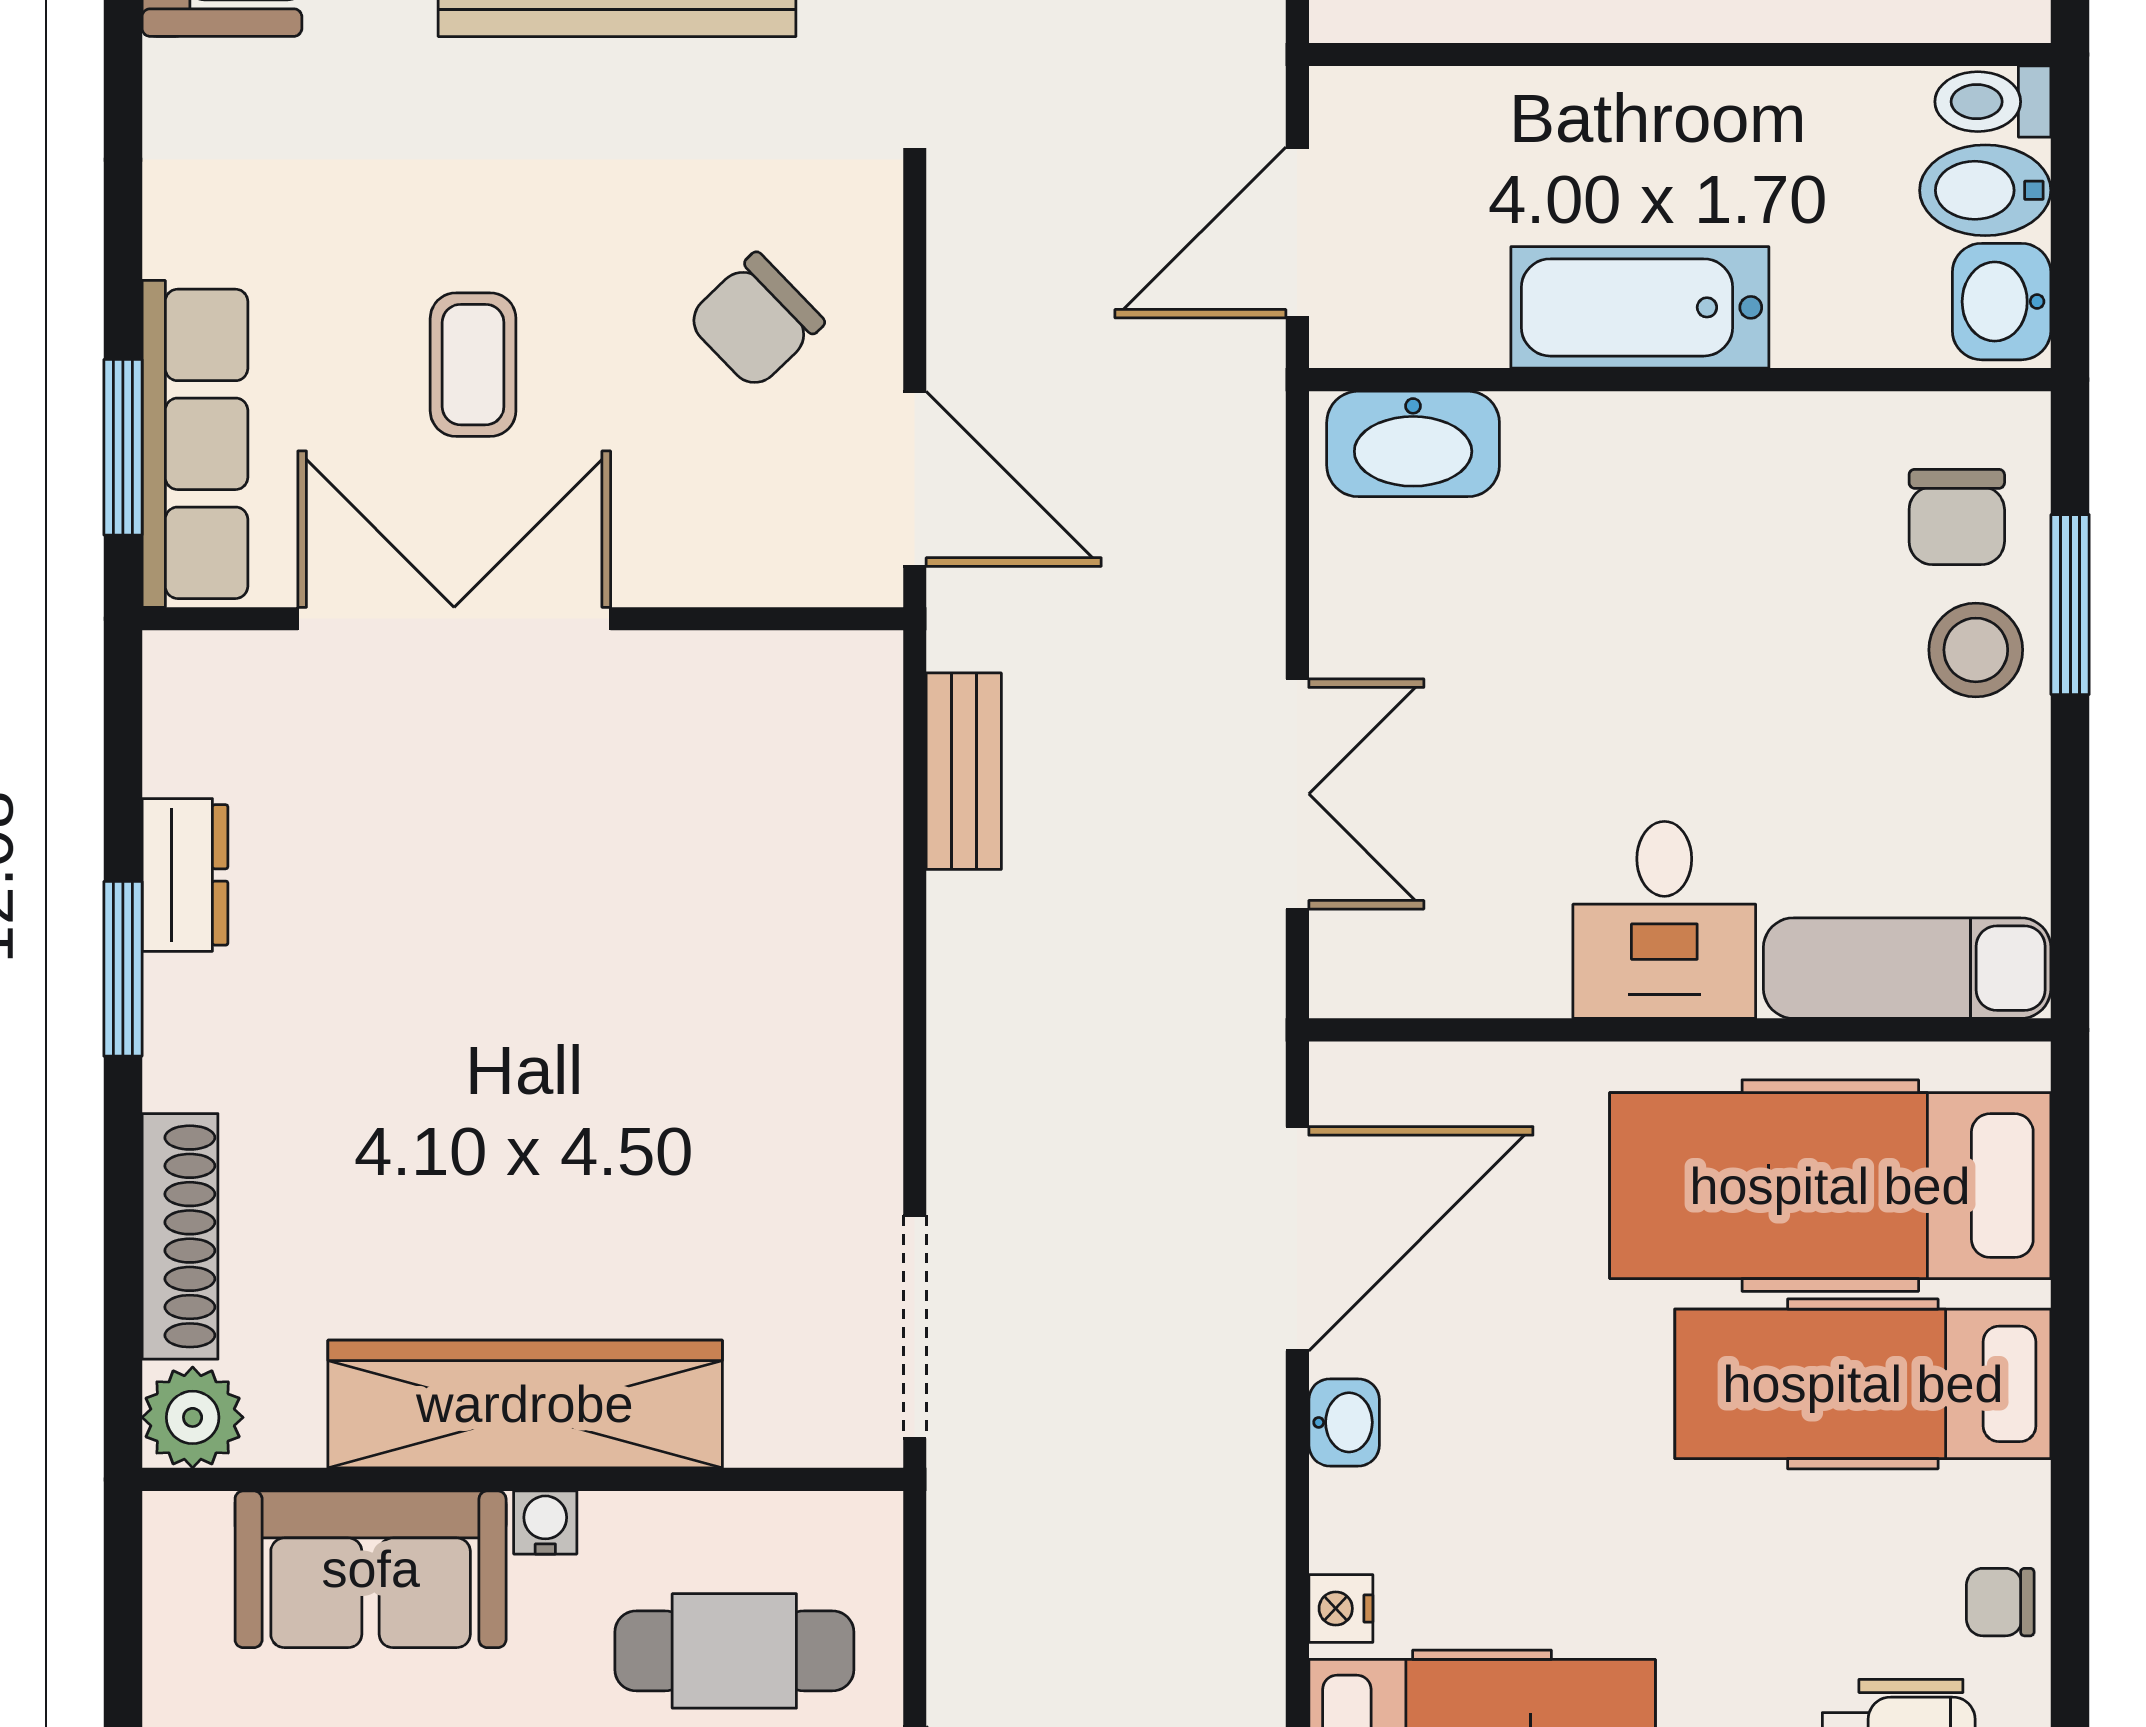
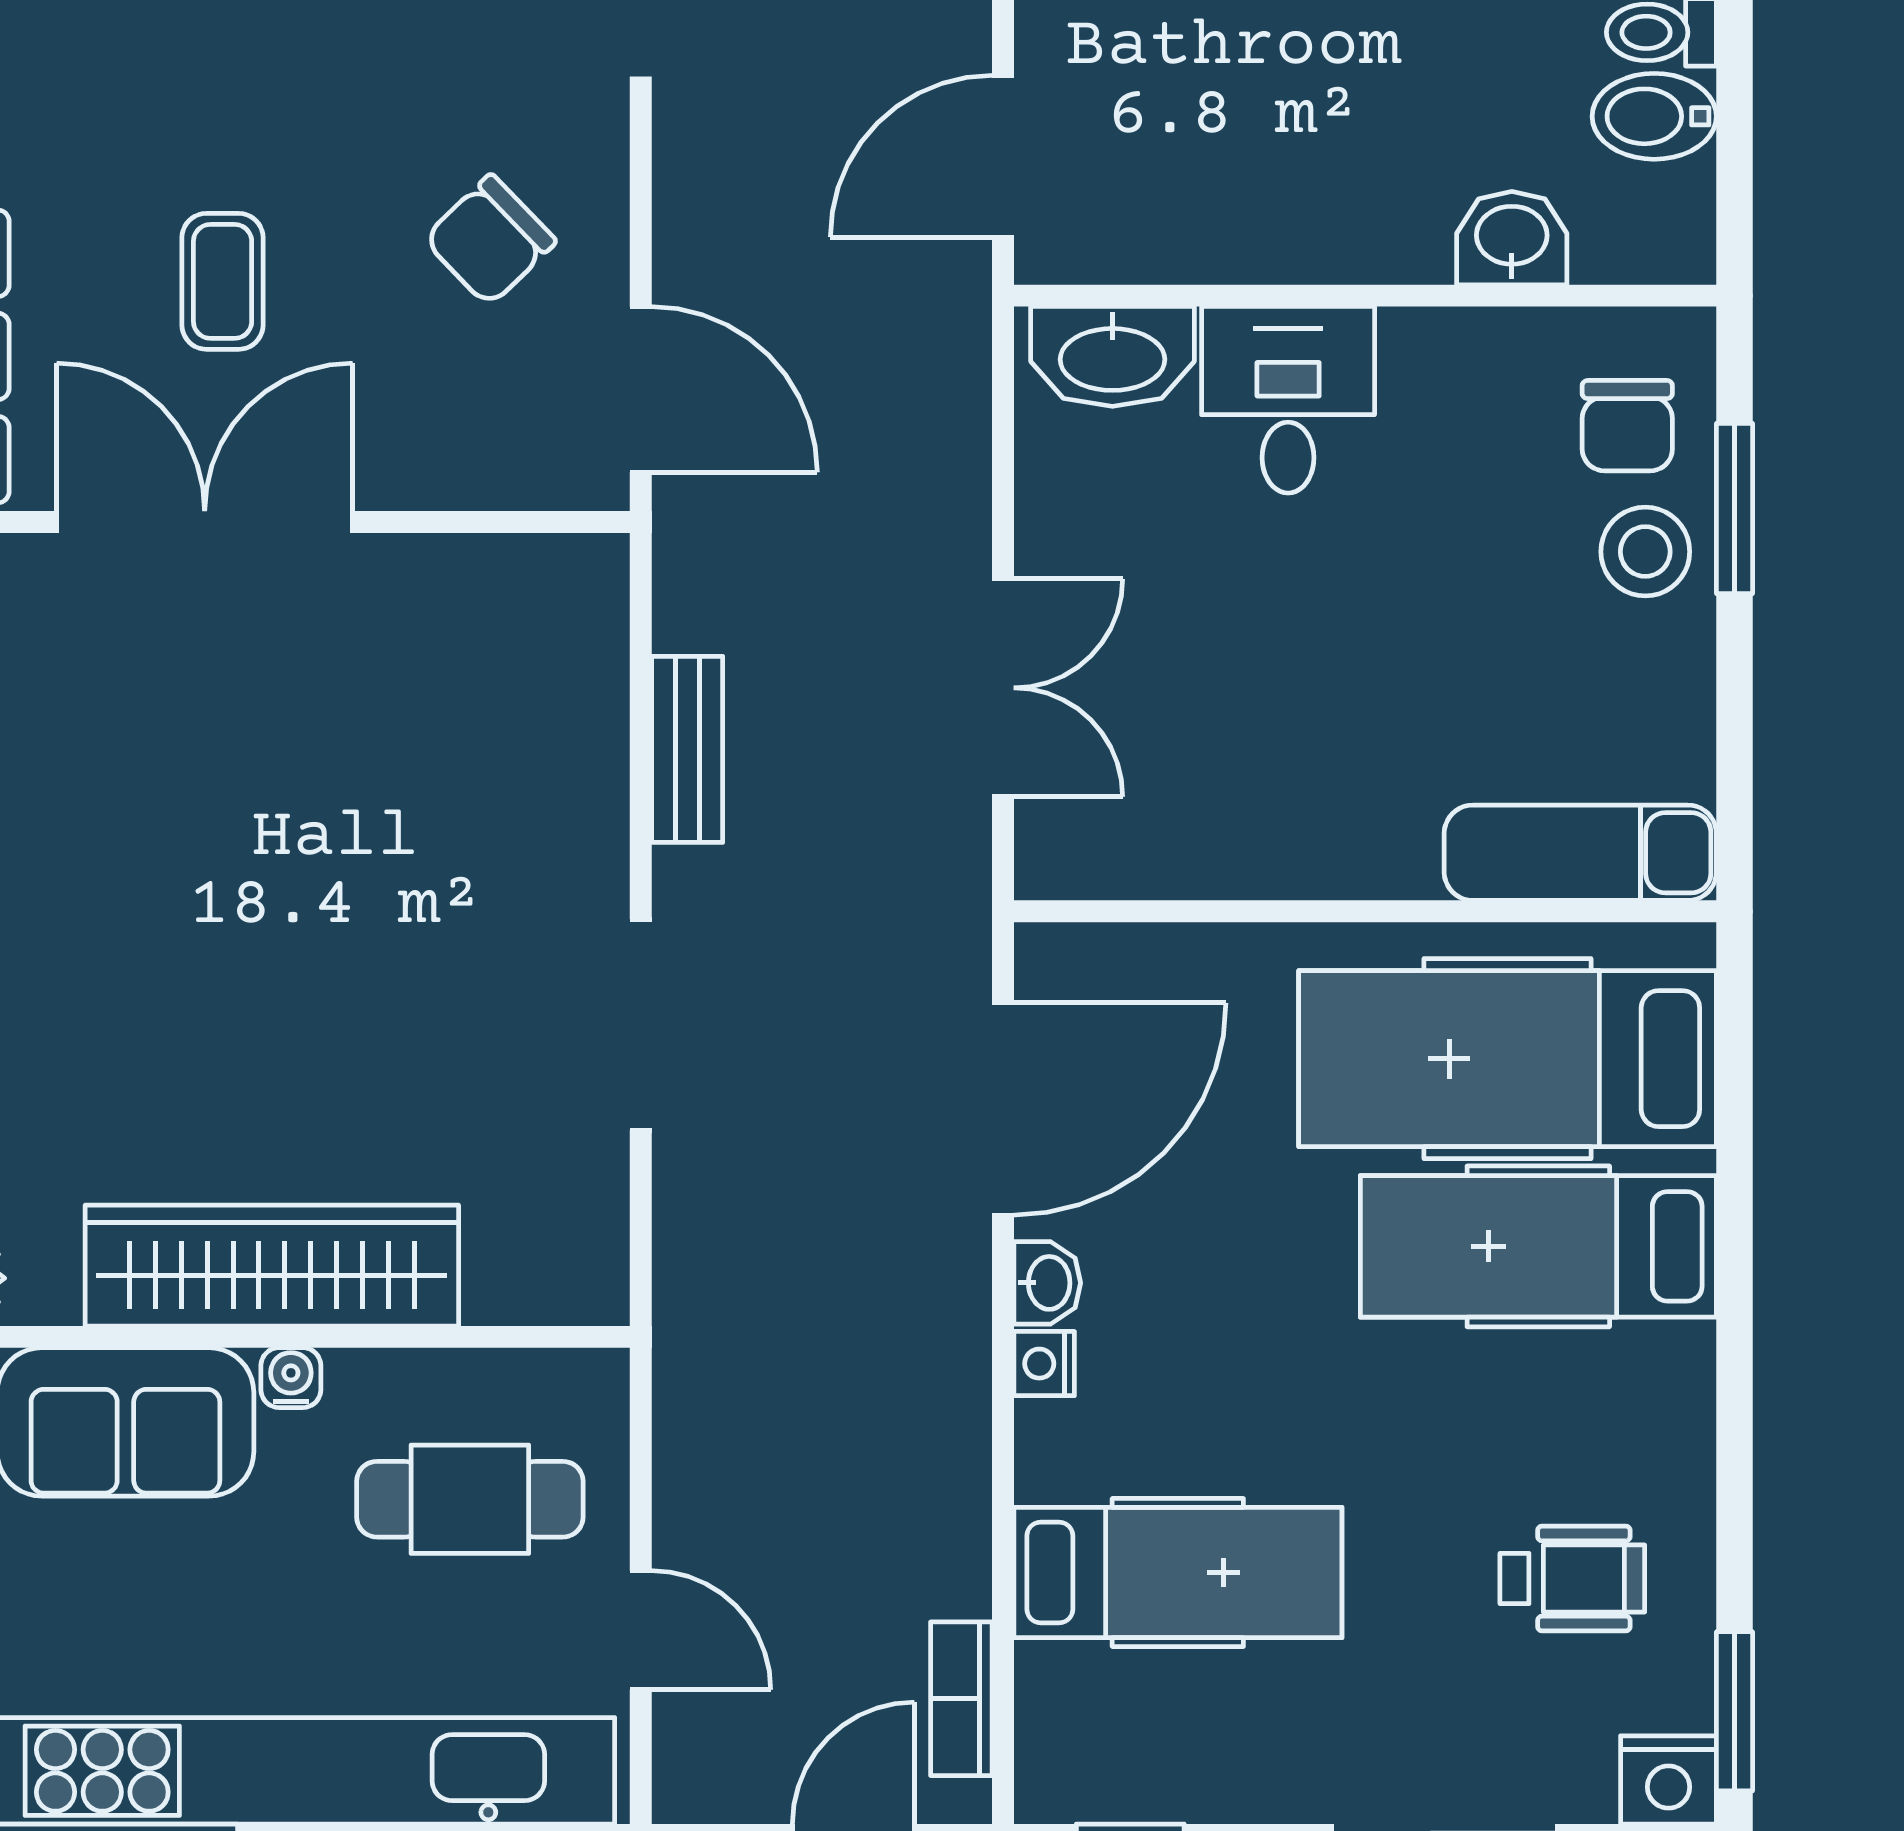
washbasin: (2002, 302) -> (1512, 238), moved, turned 90
bathtub: (1640, 307) -> (1327, 227), removed
bench: (964, 771) -> (687, 749), moved
desk: (1664, 920) -> (1288, 400), moved, turned 180
doorway: (915, 1327) -> (641, 1025), moved
chair: (2000, 1602) -> (1668, 1453), removed
nightstand: (1341, 1608) -> (1044, 1364), moved

